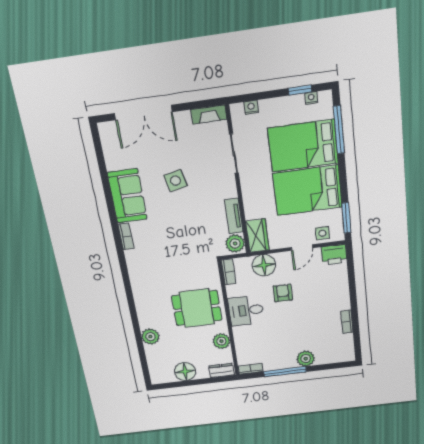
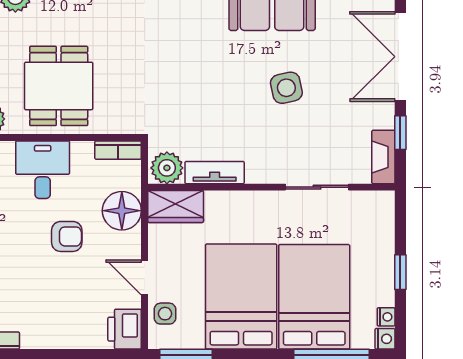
window: (300, 90) -> (400, 272), moved
window: (192, 106) -> (400, 133), added
nightstand: (251, 107) -> (385, 339), moved

